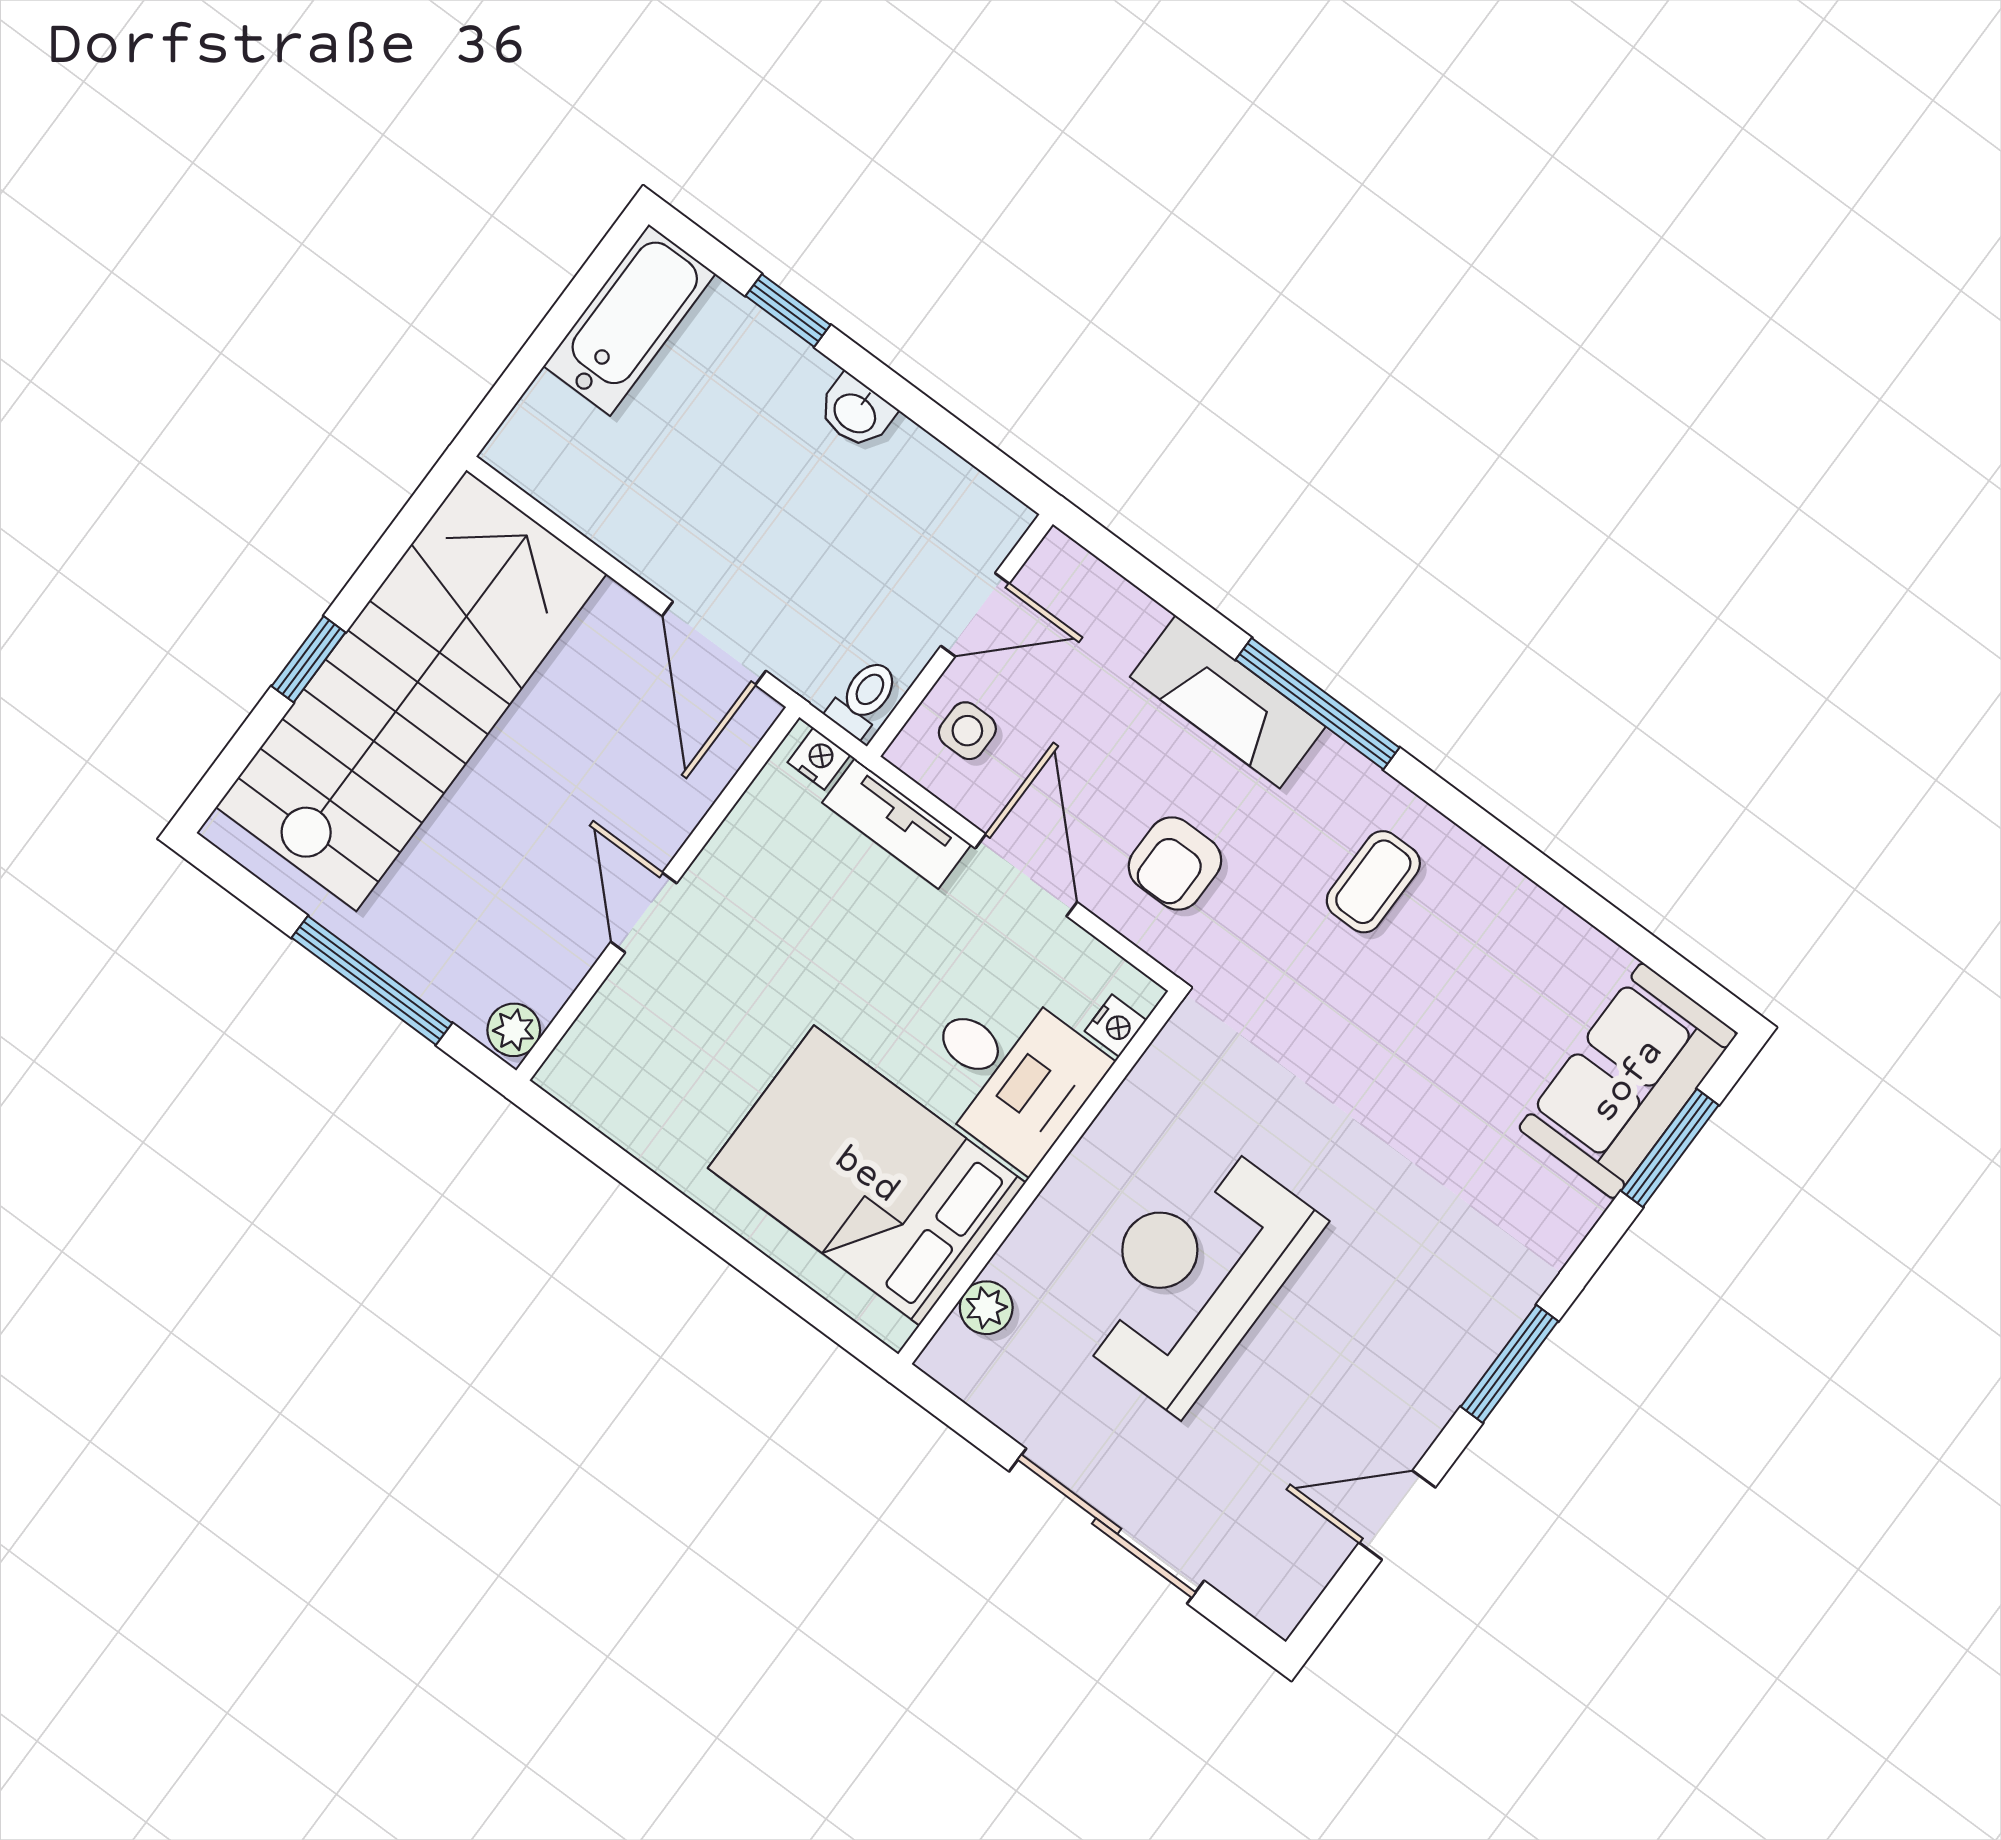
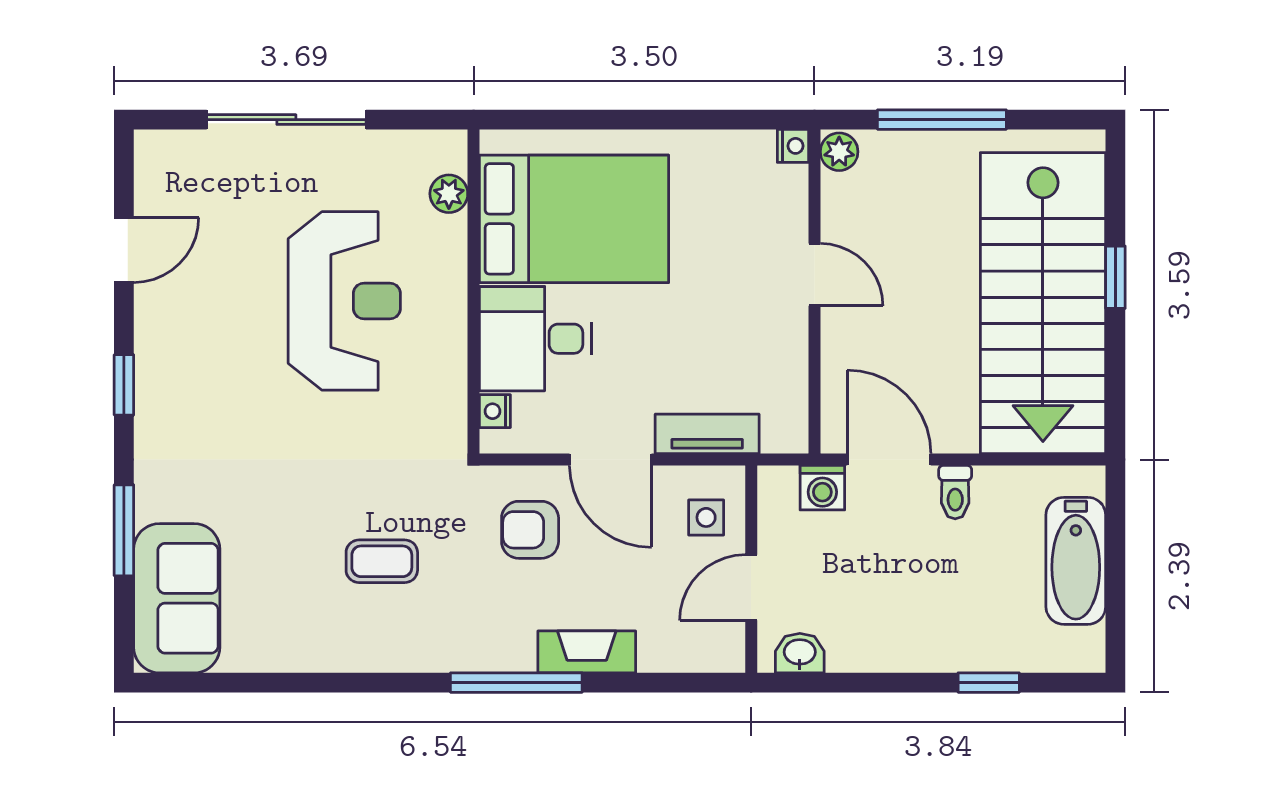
bathtub: (629, 320) -> (1076, 561), moved
washbasin: (856, 412) -> (800, 653), moved
washing machine: (812, 667) -> (822, 488), added
toilet: (864, 698) -> (955, 492), moved
fireplace: (1228, 702) -> (587, 652), width x0.73, depth x0.76
nightstand: (819, 759) -> (793, 146), moved, turned -90
armchair: (1175, 863) -> (530, 530), turned -90
coffee table: (1373, 882) -> (382, 561), moved, turned 90
window: (1670, 1148) -> (124, 530), moved
window: (1509, 1364) -> (124, 385), width x0.67

